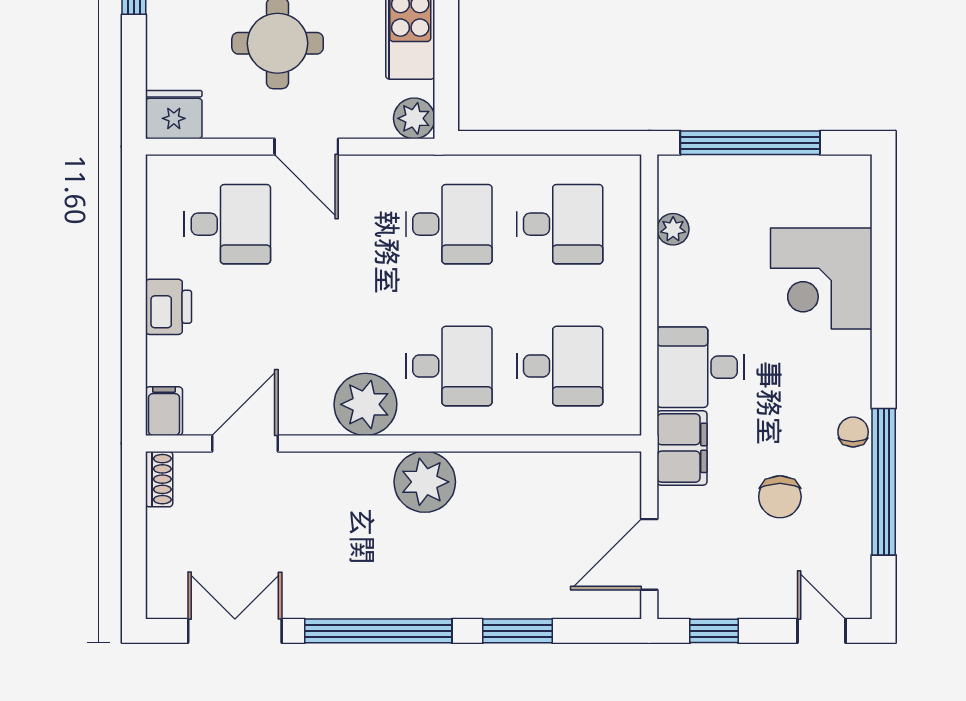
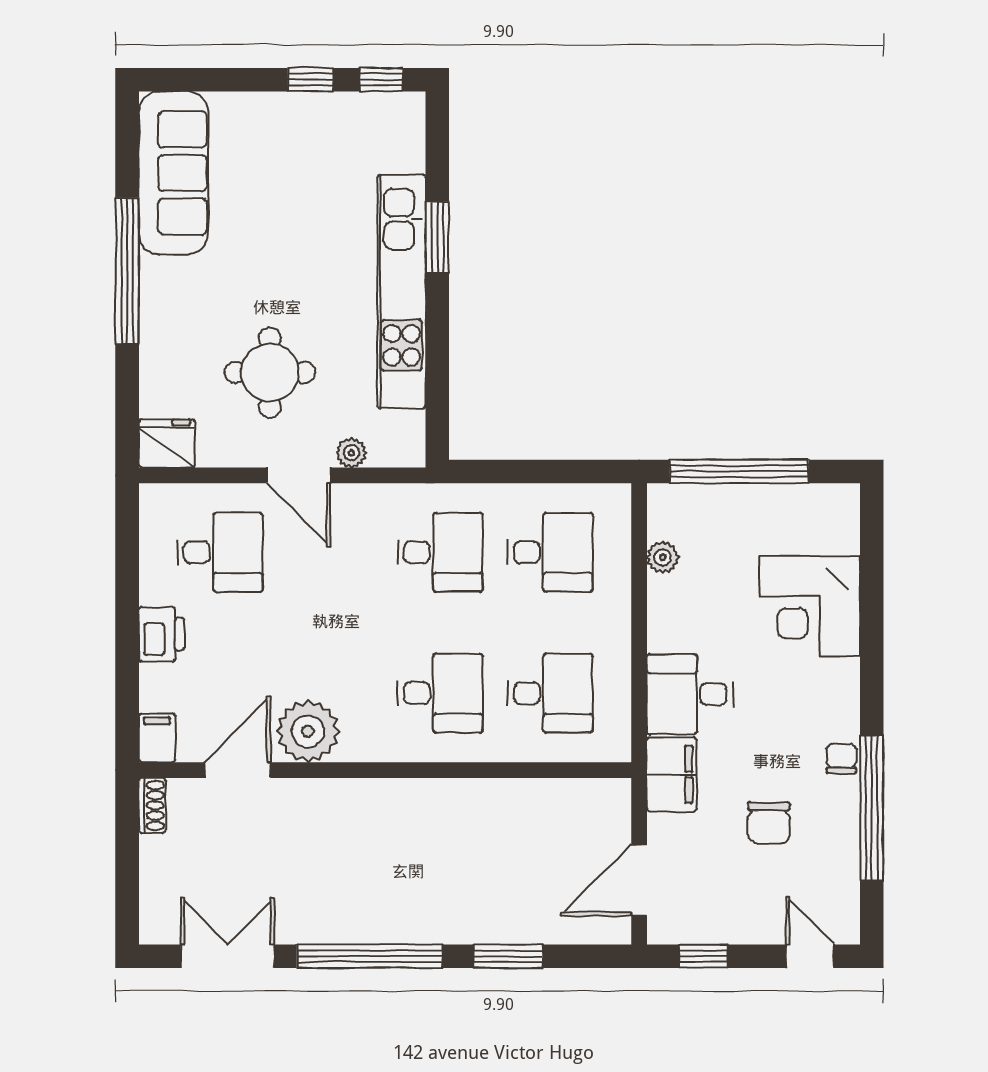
plant: (414, 118) -> (351, 453), moved, width x0.73, depth x0.73
plant: (365, 404) -> (308, 731), moved
plant: (425, 482) -> (416, 808), removed

